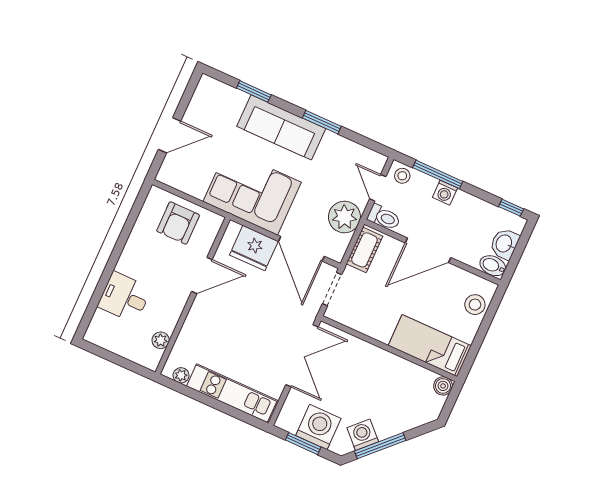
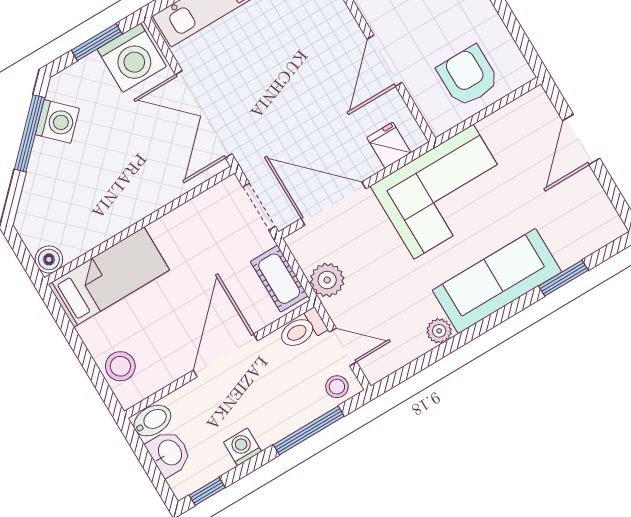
window: (322, 122) -> (469, 334), removed
plant: (331, 140) -> (439, 331), added
washing machine: (445, 193) -> (243, 447), moved
plant: (344, 217) -> (327, 280), width x0.73, depth x0.73
fridge: (254, 248) -> (389, 145), width x0.53, depth x0.75
washing machine: (318, 427) -> (132, 58), moved

